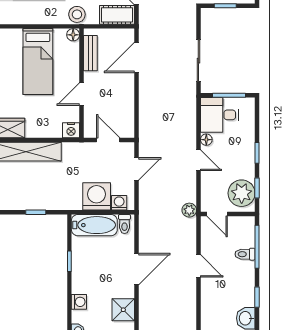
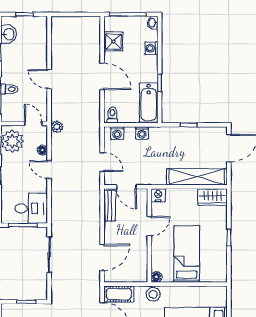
bench: (90, 53) -> (110, 206), moved
floor lamp: (206, 140) -> (42, 150), moved
door: (137, 169) -> (102, 162), swing flipped
washing machine: (97, 196) -> (142, 133), width x0.53, depth x0.53
bathtub: (94, 225) -> (149, 103), moved, turned -90
door: (137, 269) -> (102, 76), swing flipped

